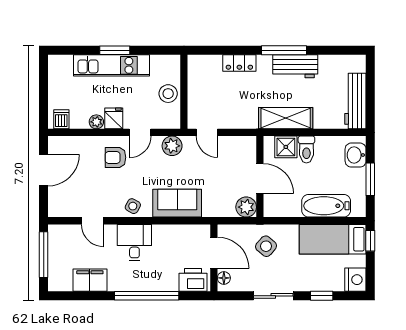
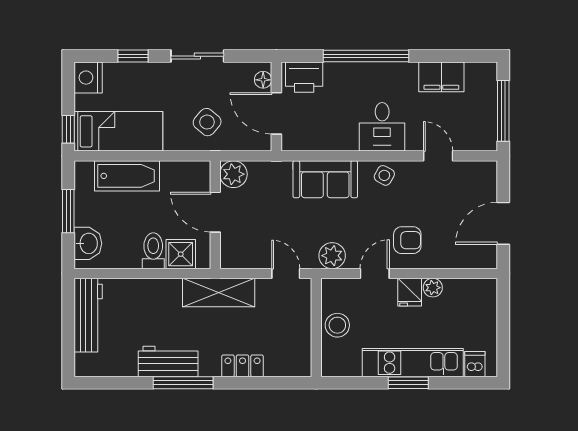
shelving: (286, 118) -> (219, 293), moved
dishwasher: (61, 119) -> (475, 364), moved, turned 180

